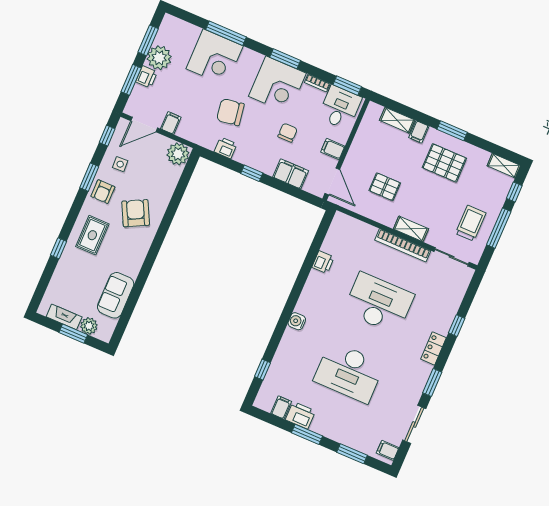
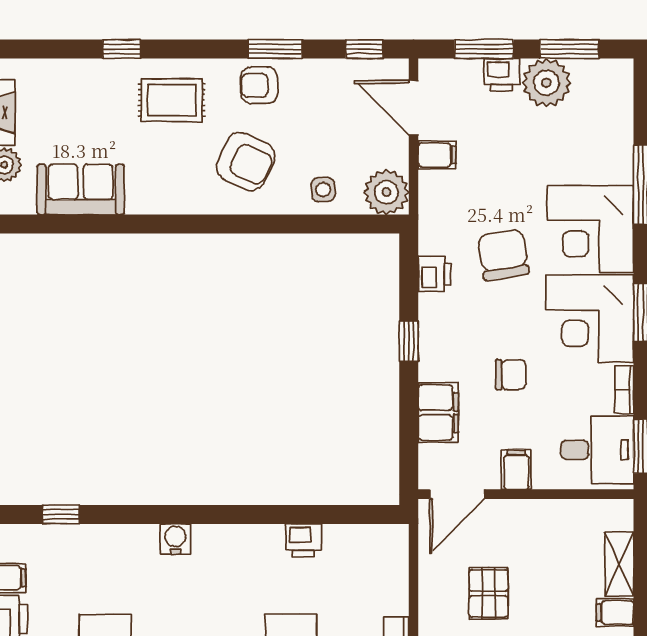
corner desk: (215, 57) -> (590, 229), moved
side table: (120, 164) -> (323, 190), moved
armchair: (136, 213) -> (246, 162), turned 52

